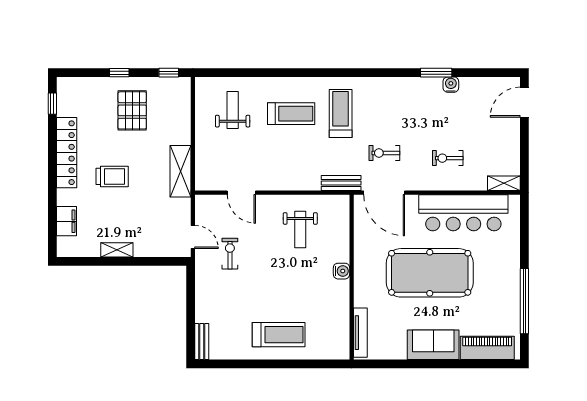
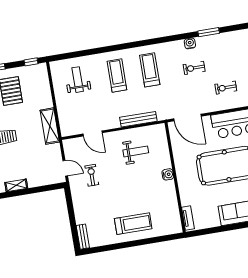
water cooler: (451, 85) -> (190, 43), moved
treadmill: (291, 114) -> (117, 75), turned -90
exercise bike: (384, 153) -> (194, 68), moved
bench: (341, 183) -> (138, 119), moved, width x1.36
weight bench: (300, 230) -> (136, 151), turned -90
tv unit: (360, 333) -> (188, 218), width x0.71

